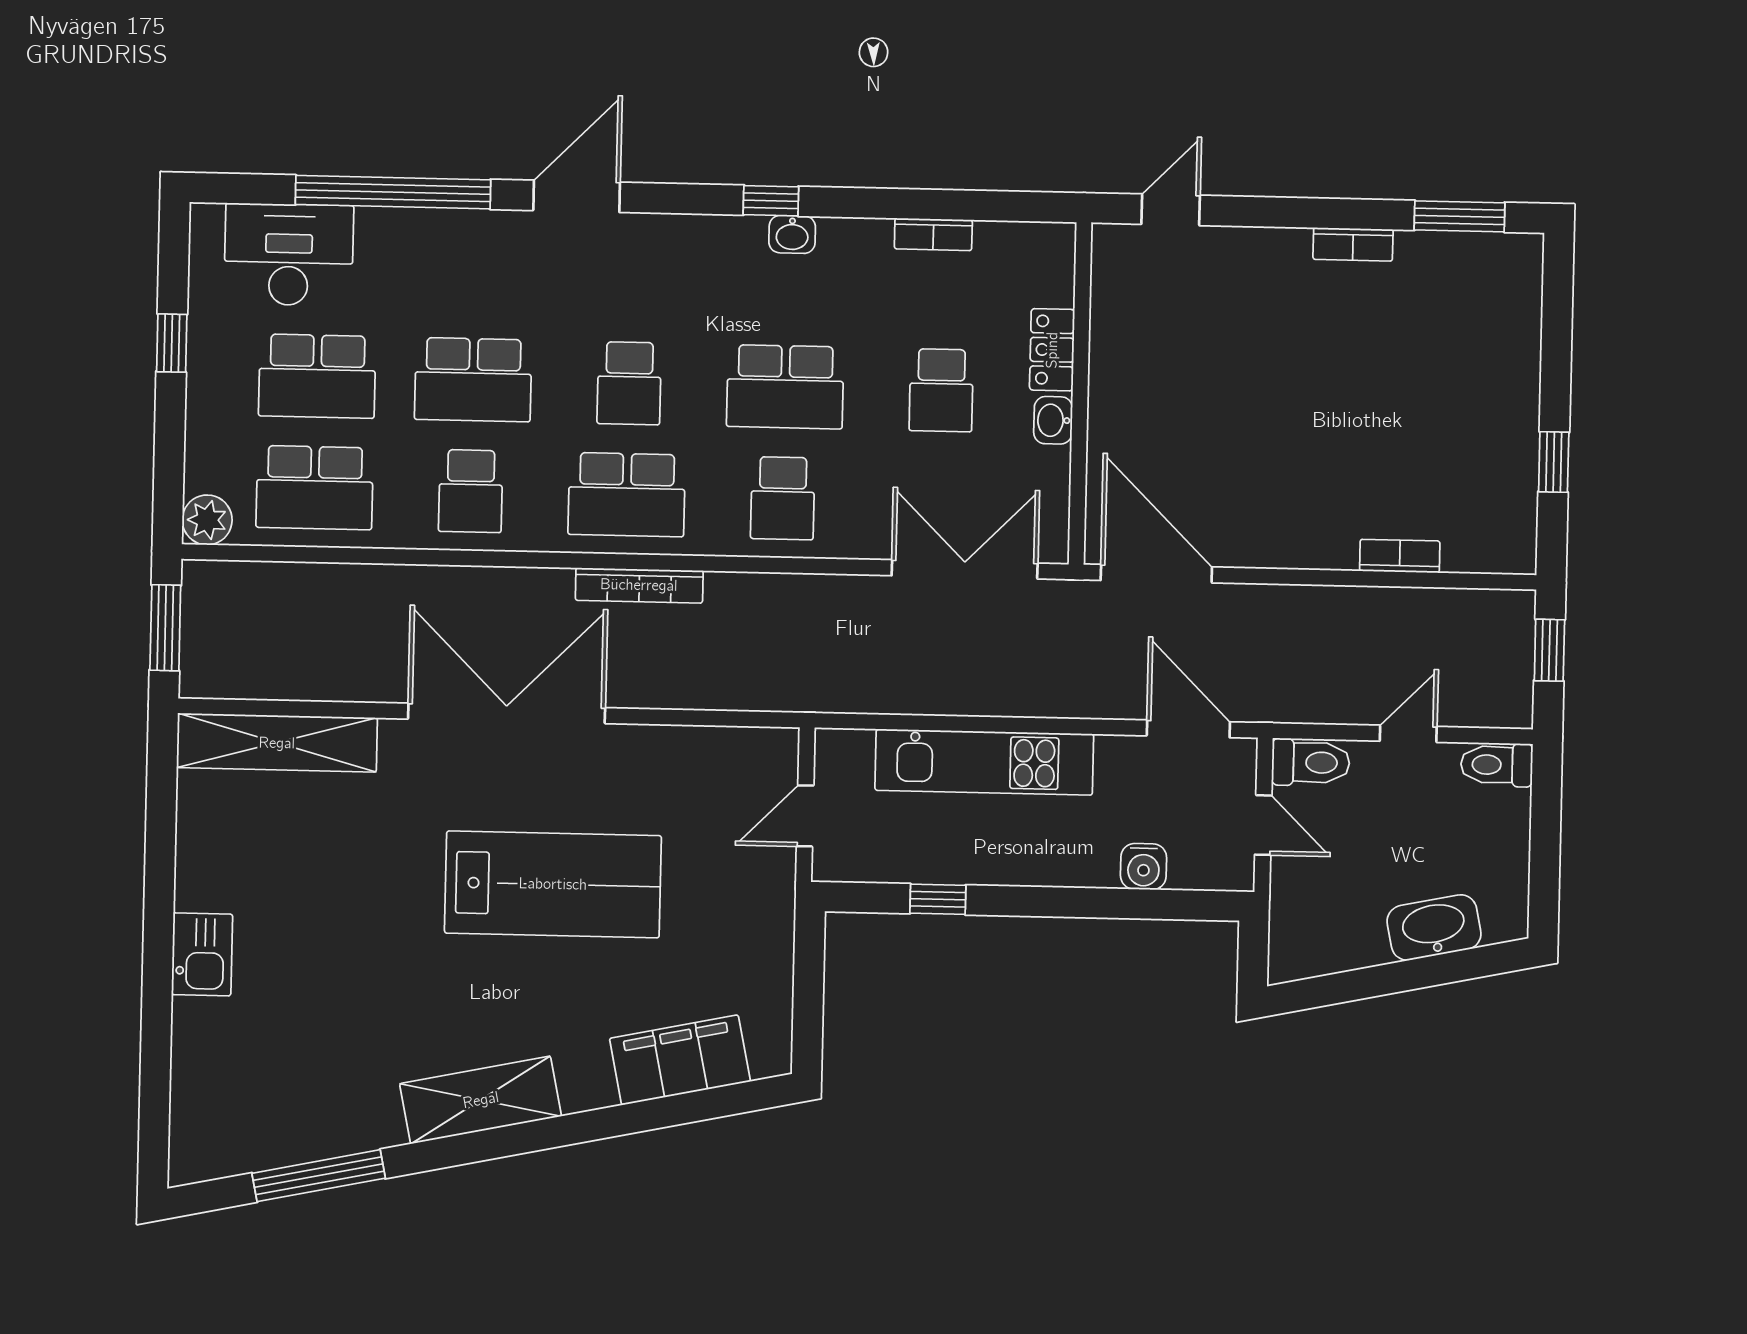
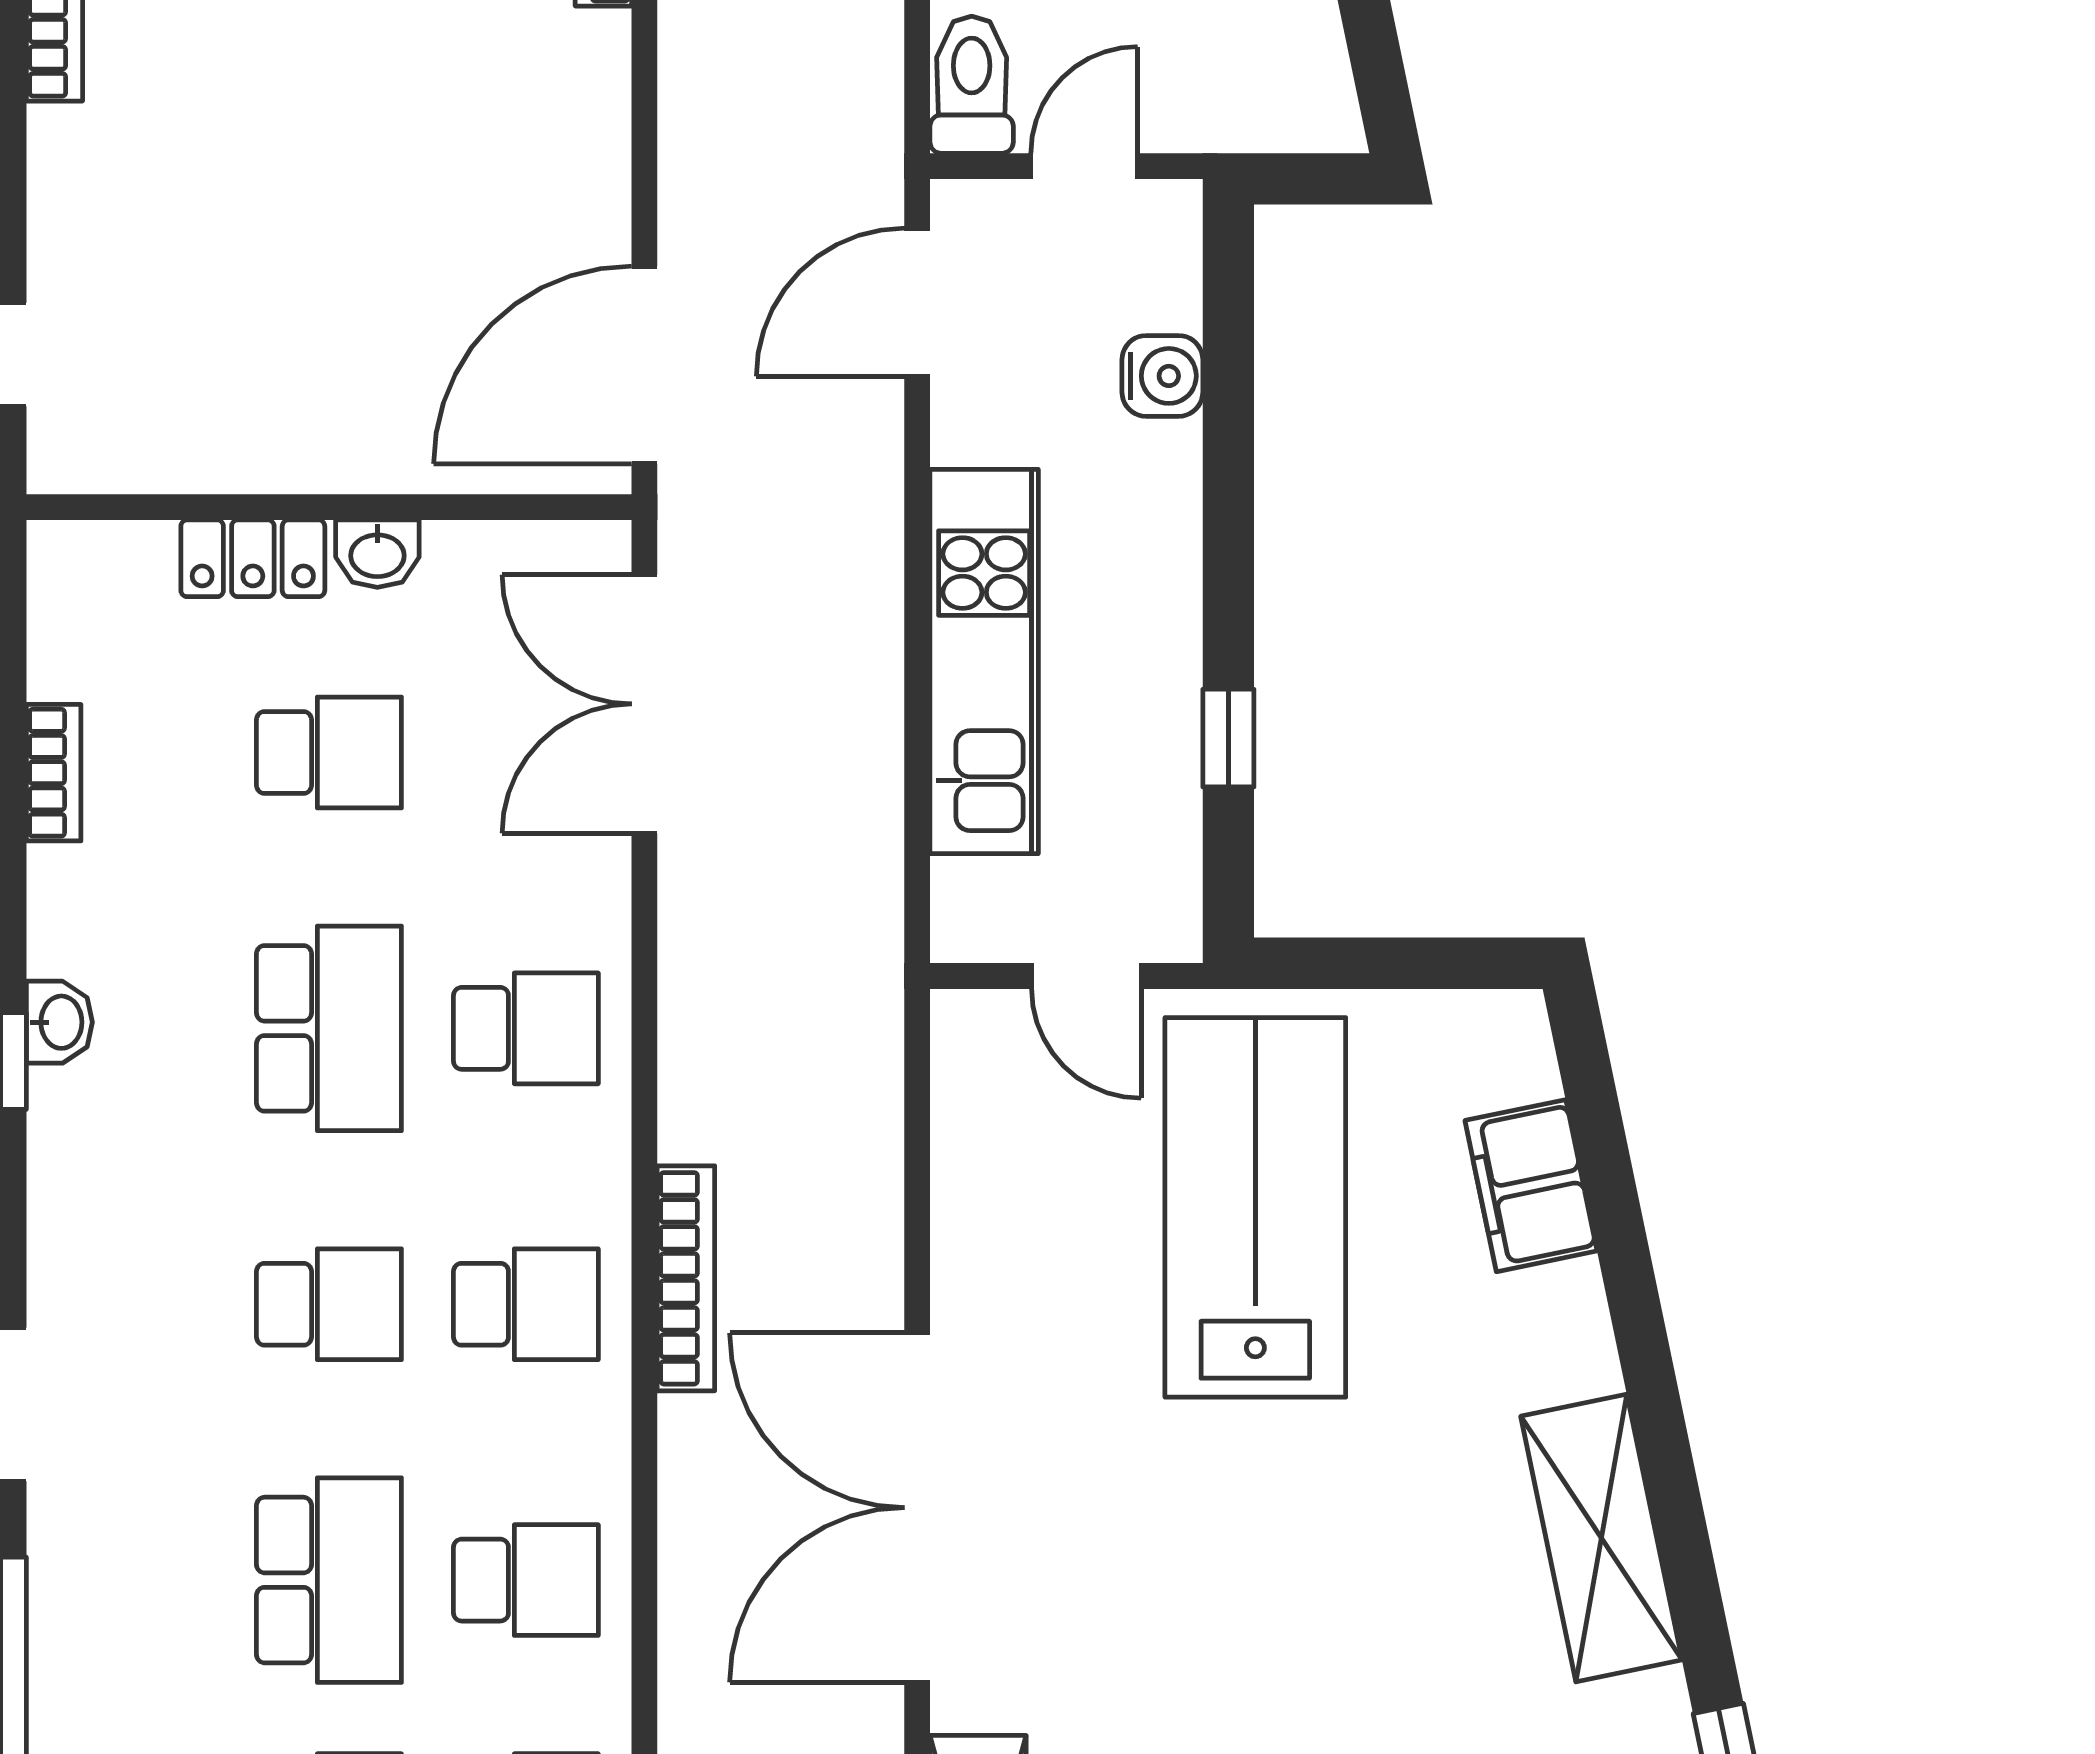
school desk: (627, 495) -> (526, 1304), width x0.54
lab bench: (553, 884) -> (1255, 1207), moved
filing cabinet: (680, 1060) -> (1531, 1186), width x0.67, depth x0.86

